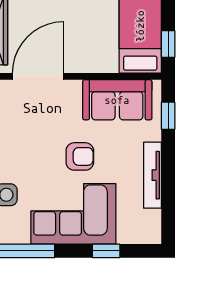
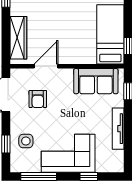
door: (38, 76) -> (46, 66), width x0.73
armchair: (80, 156) -> (38, 99), moved, turned 90

